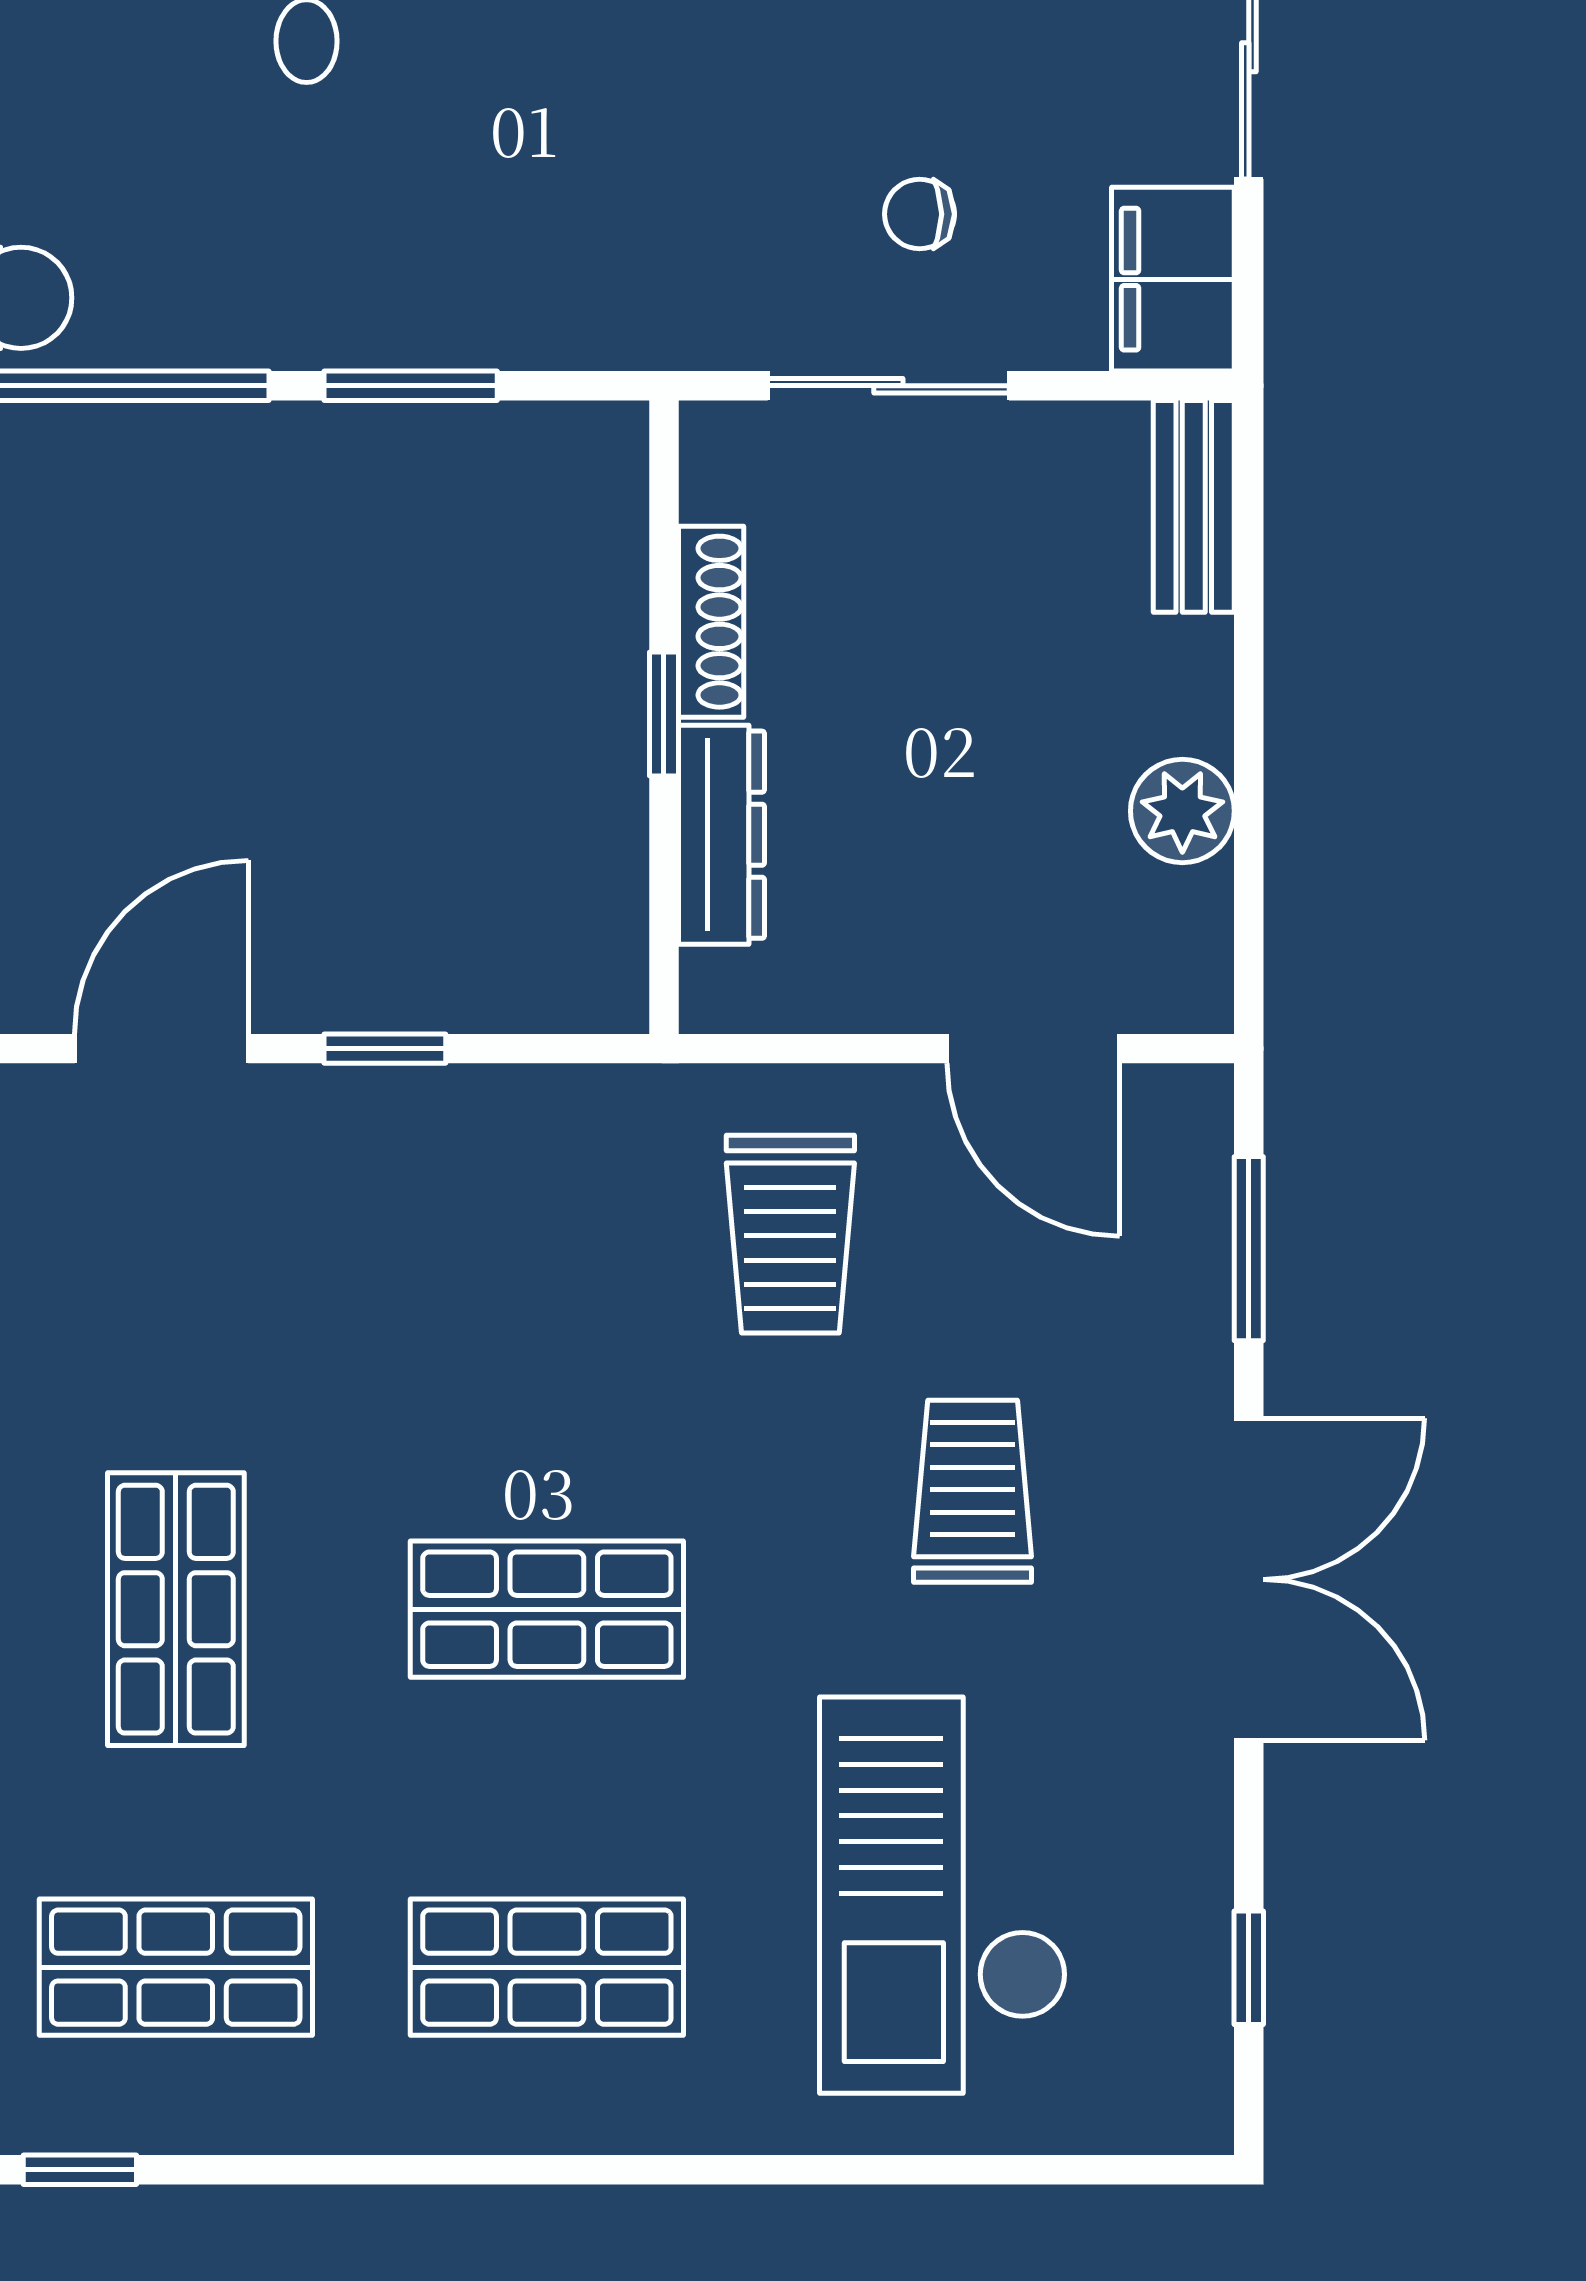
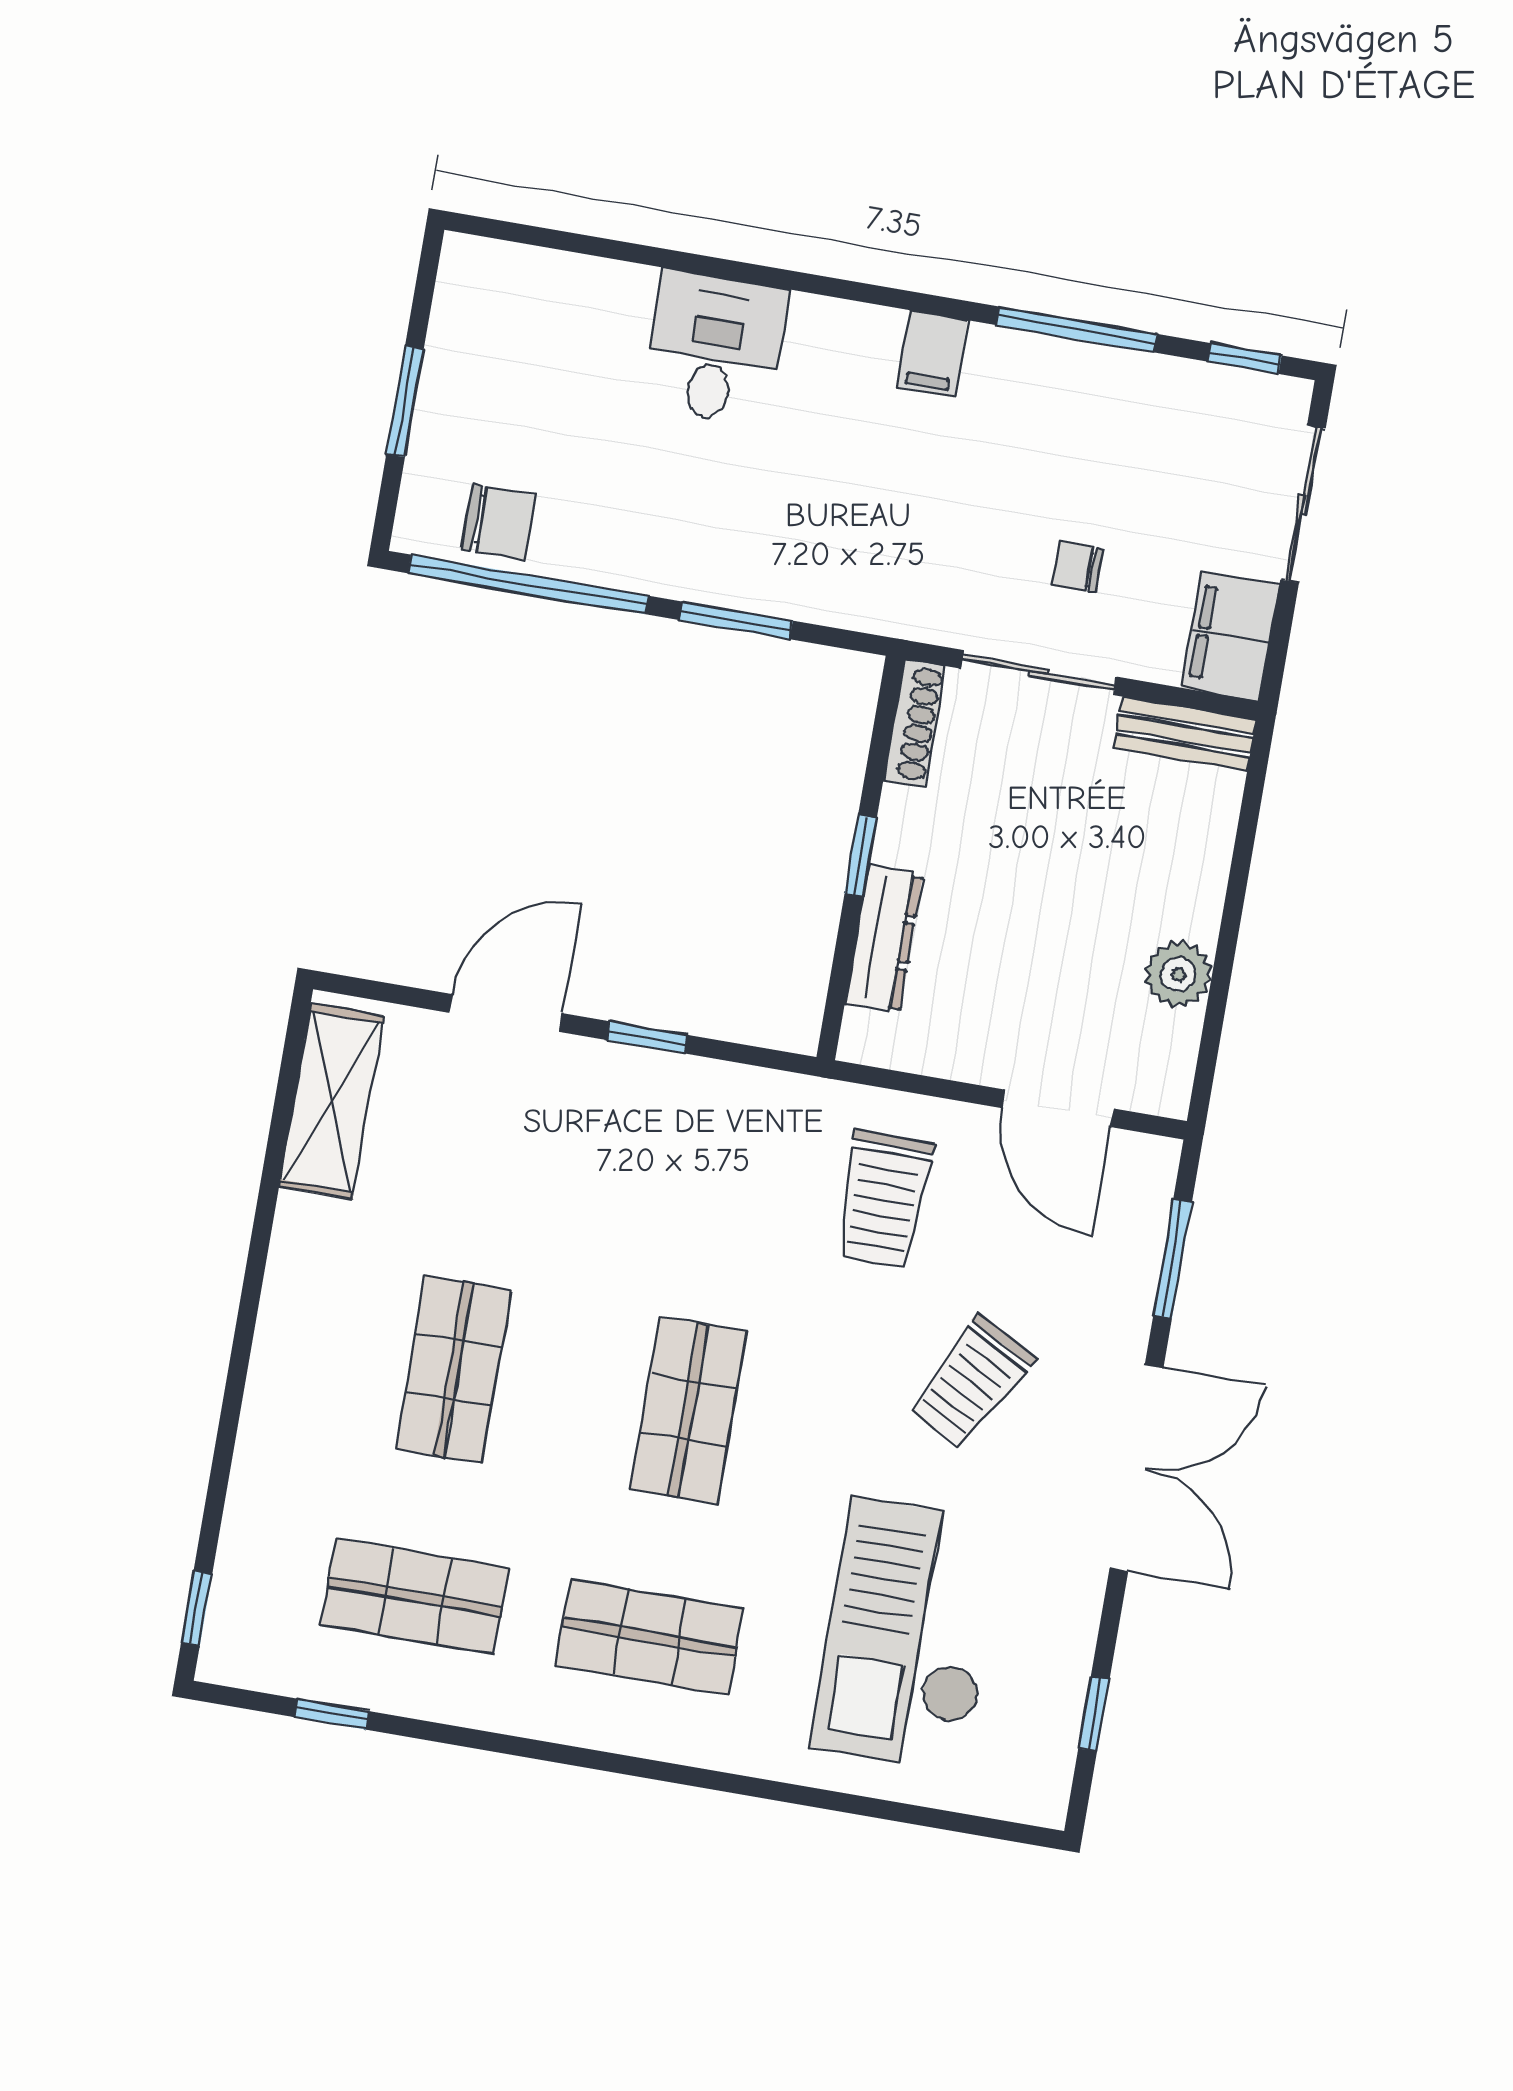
bench: (1194, 506) -> (1185, 734), moved, turned 90
shoe rack: (711, 622) -> (914, 723), moved
trolley: (973, 1491) -> (971, 1382), turned -152
shop shelf: (547, 1609) -> (689, 1410), turned 90

